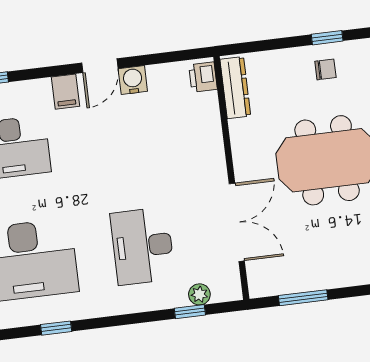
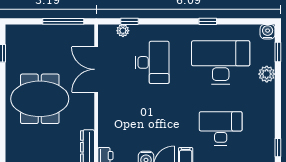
chair: (325, 69) -> (34, 151), removed
window: (303, 298) -> (63, 21), width x1.44

